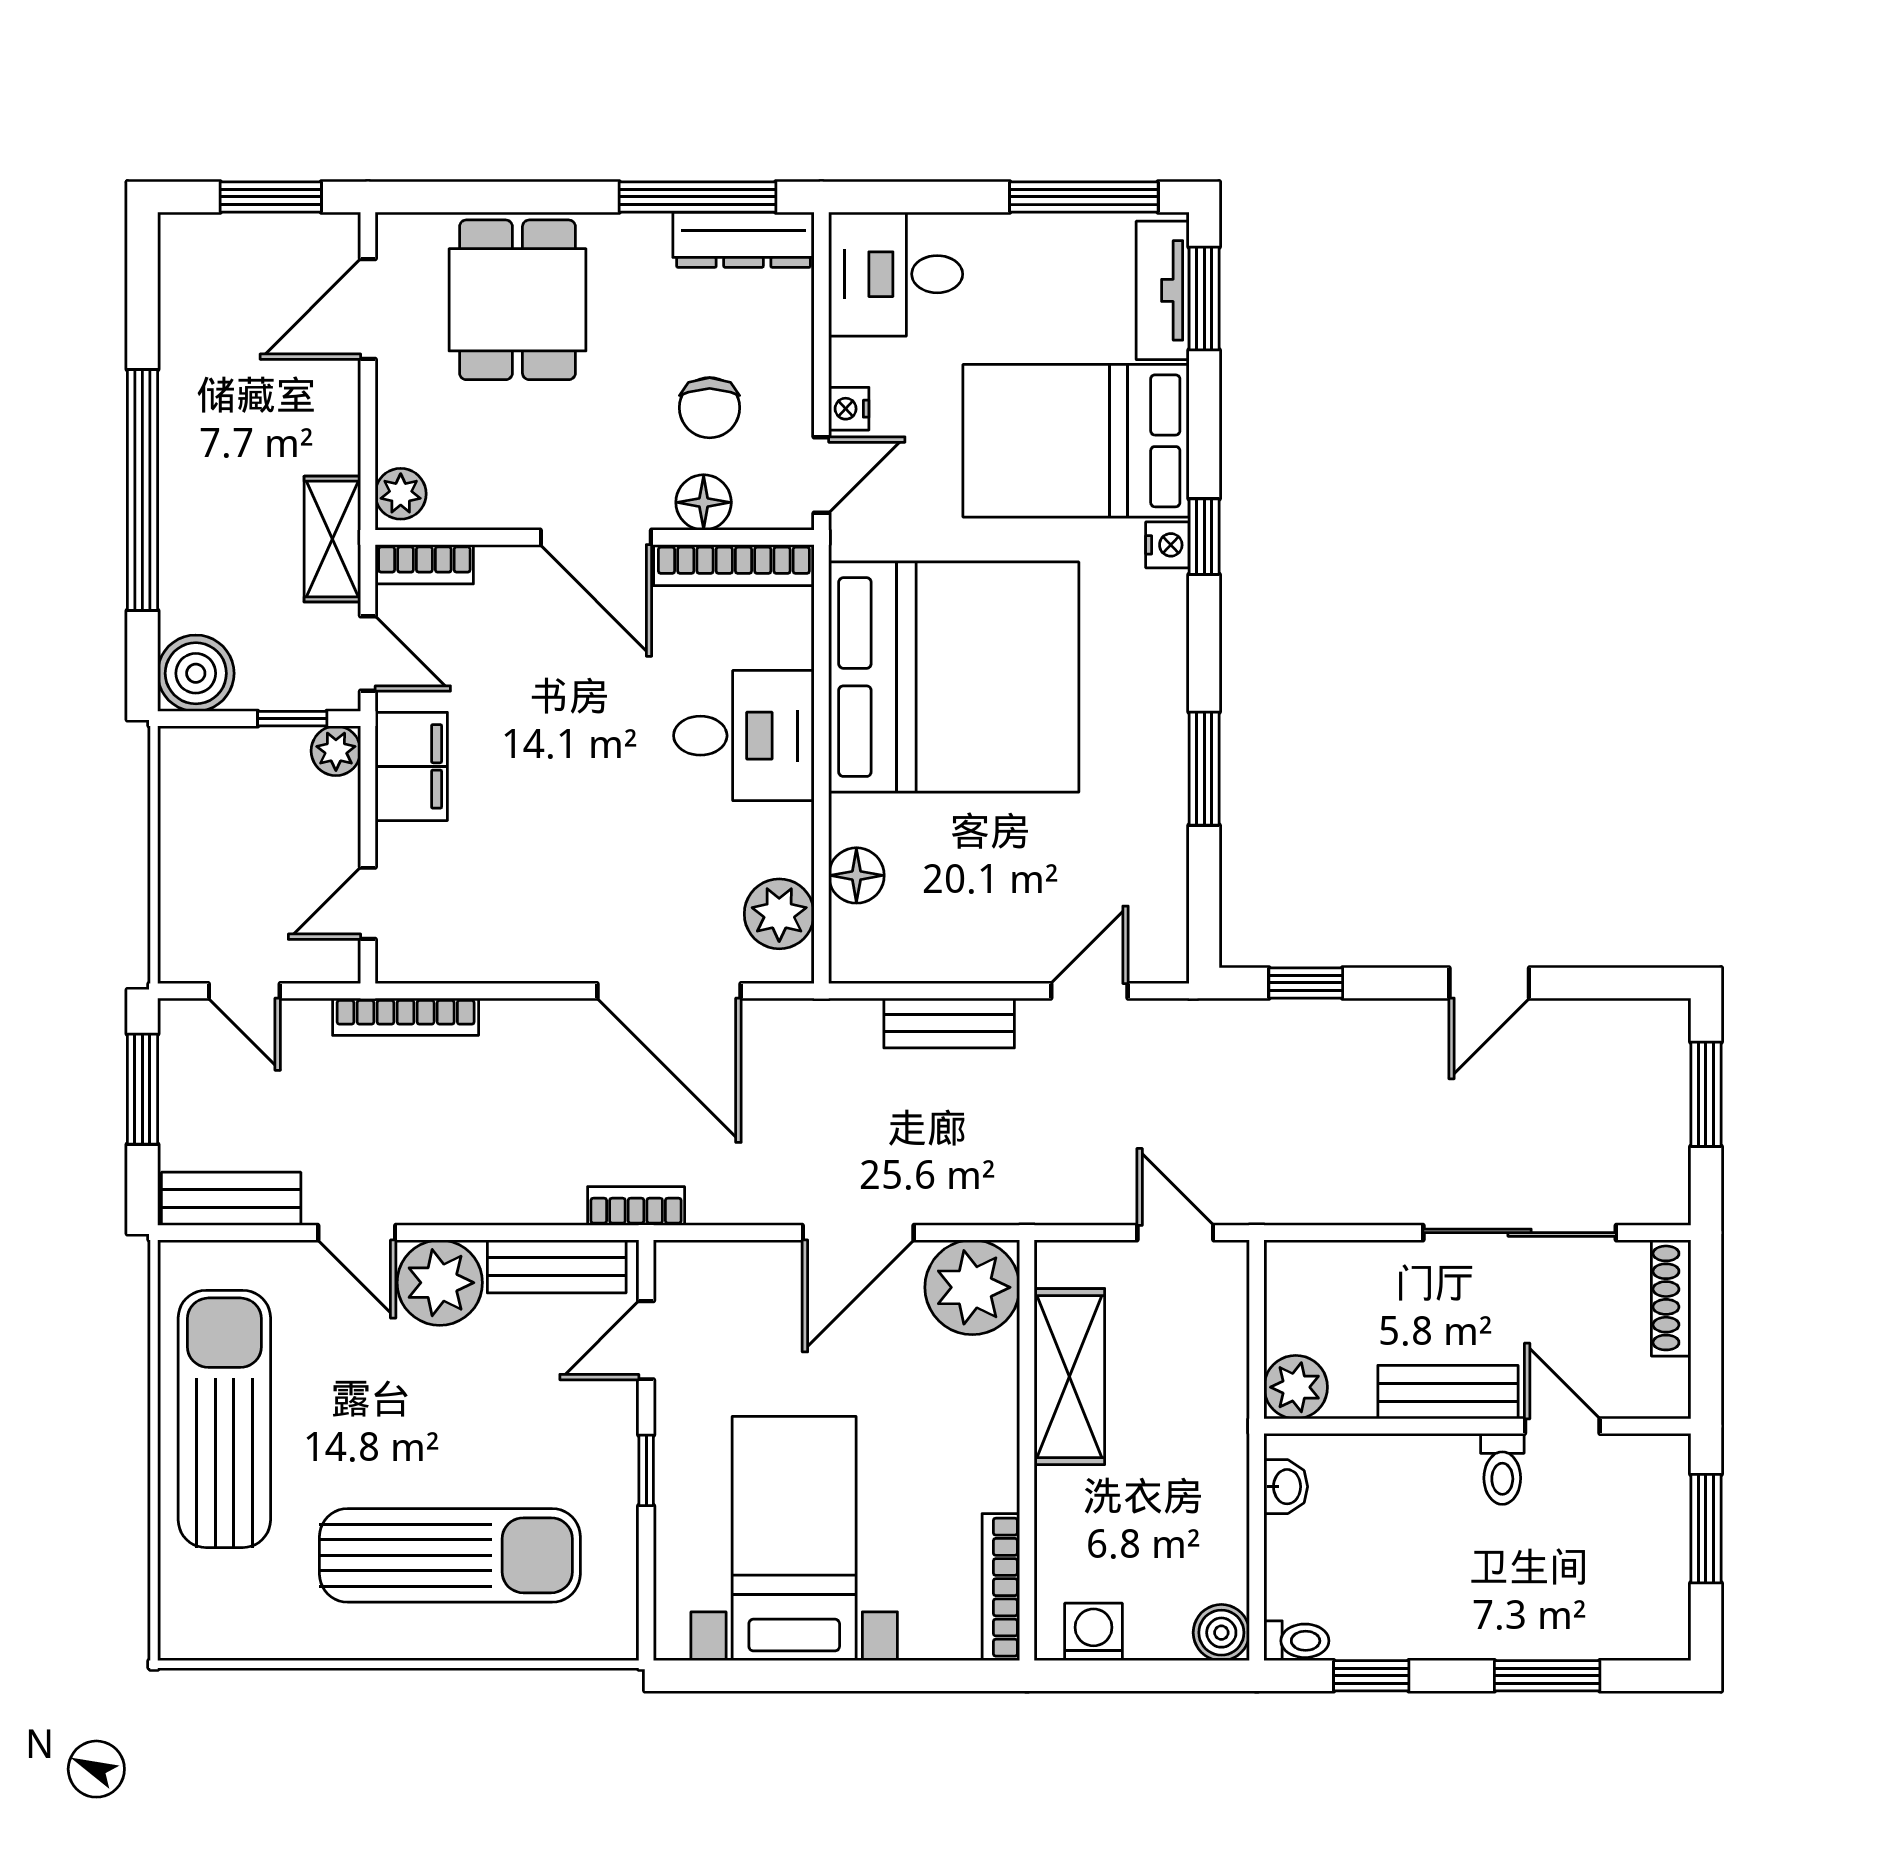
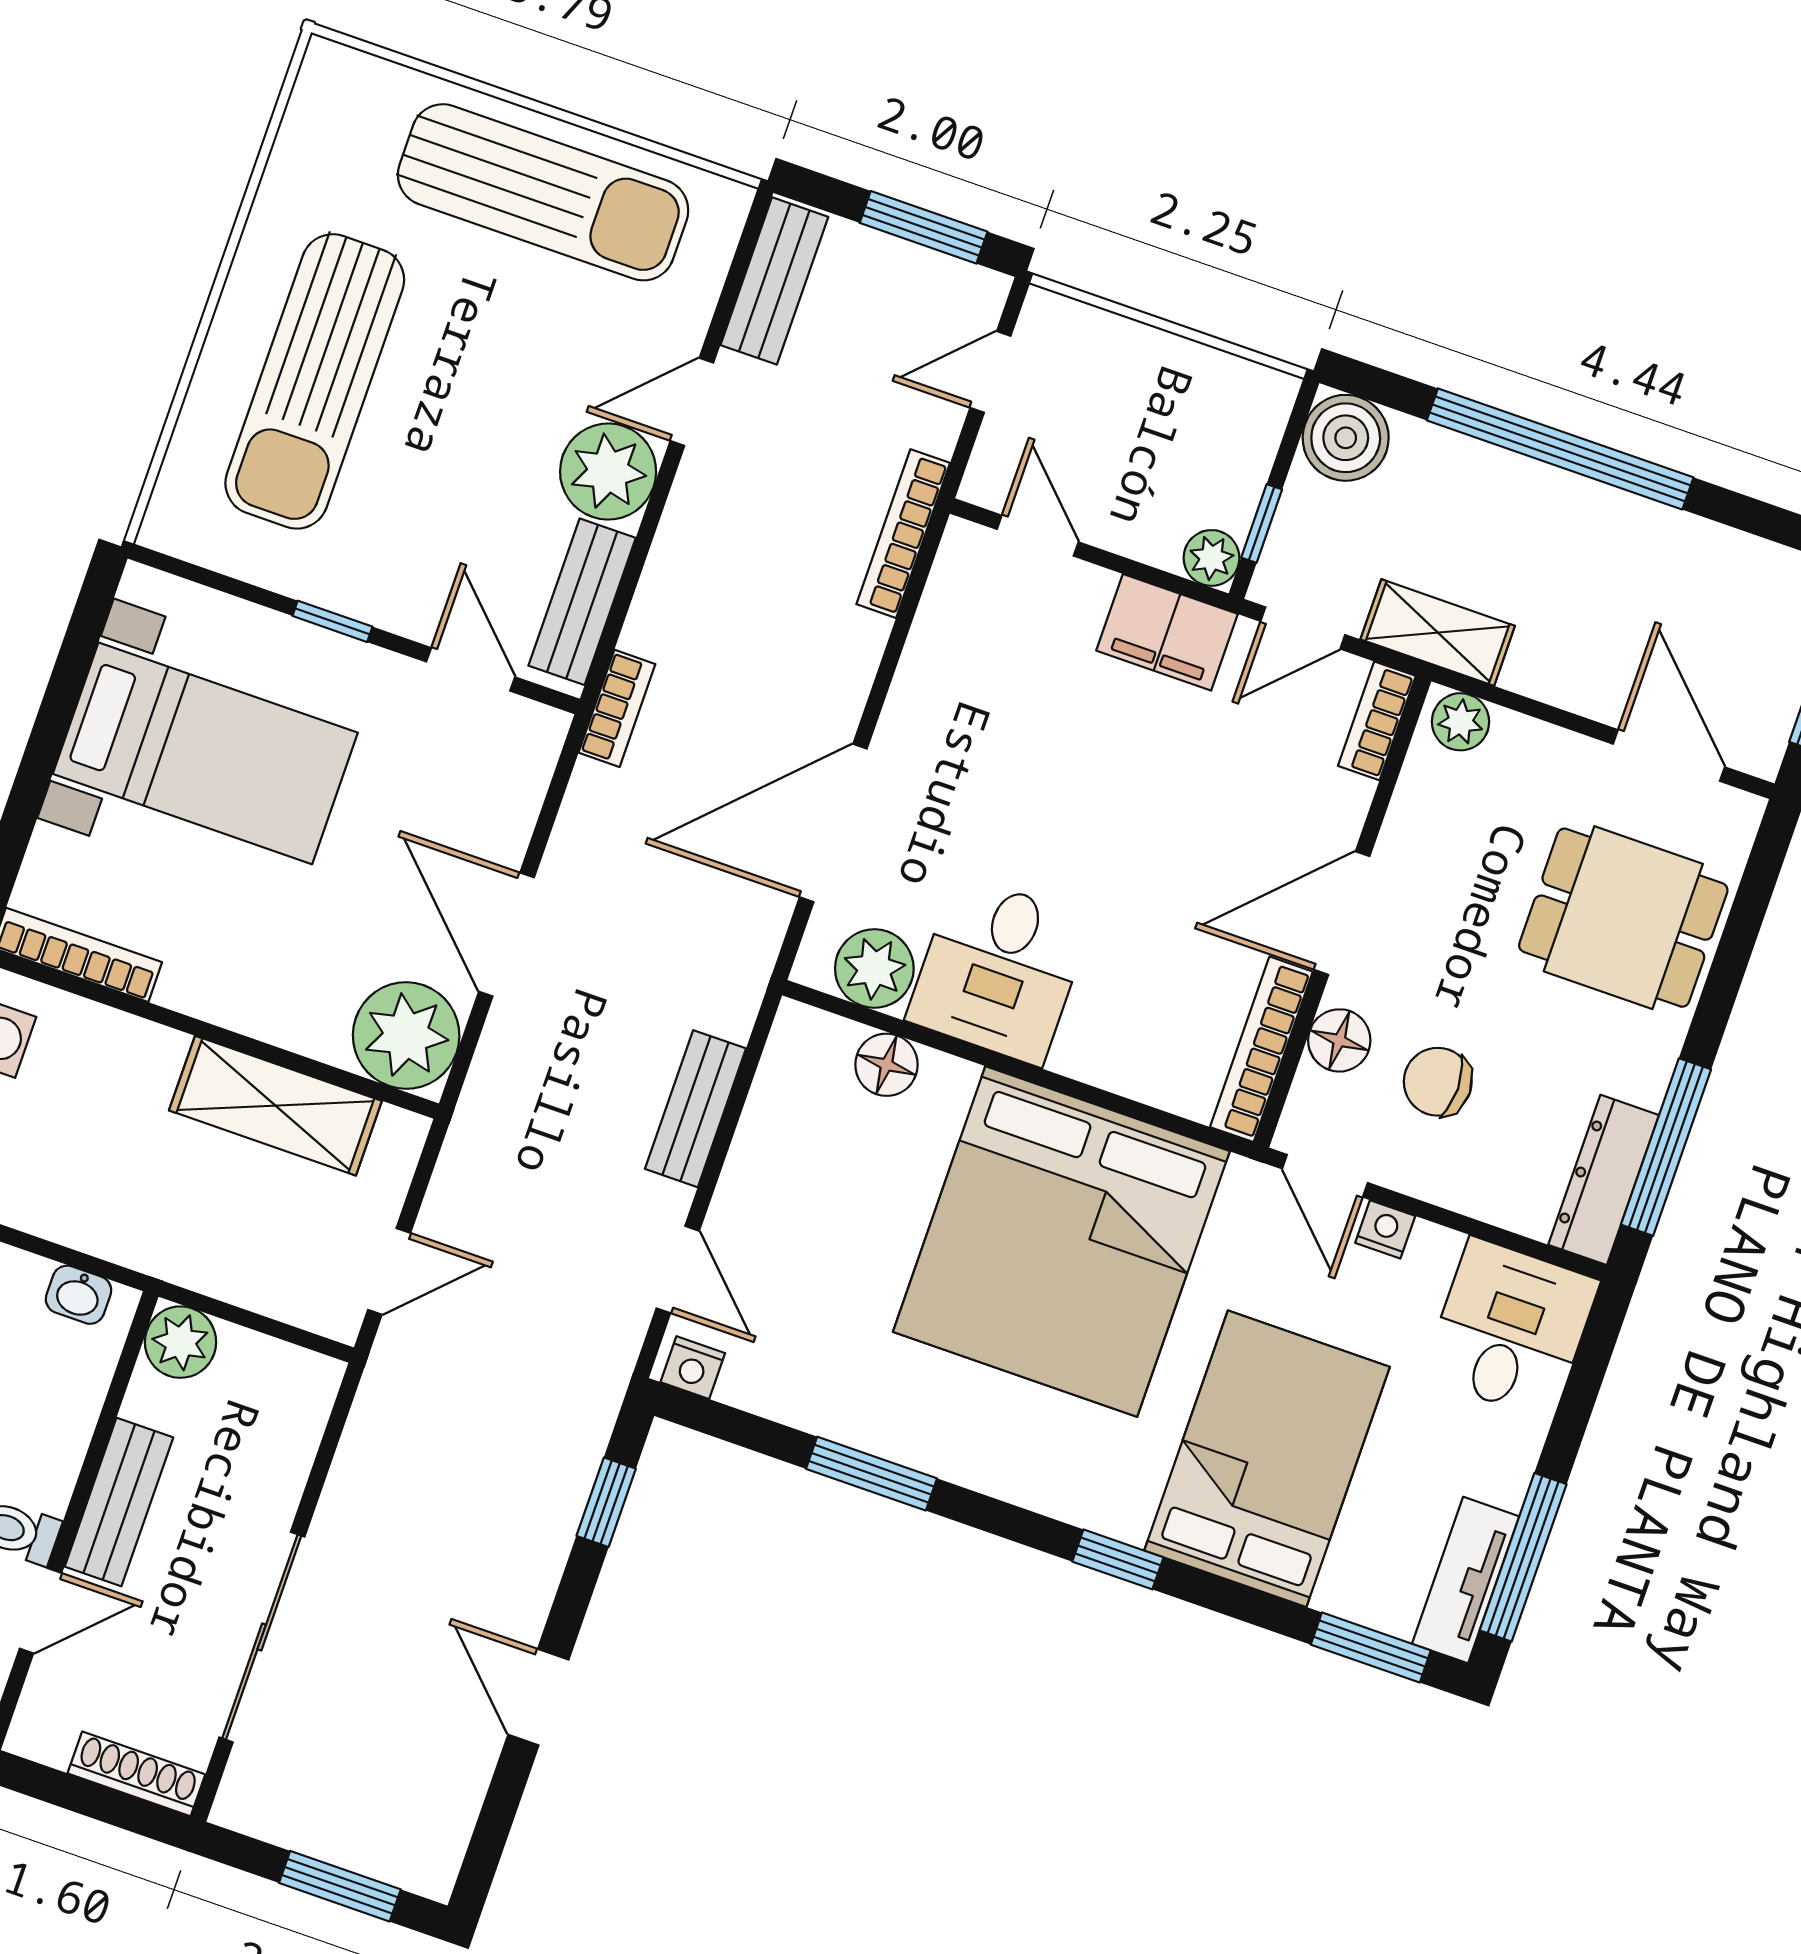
tv unit: (1163, 290) -> (1466, 1580), moved, turned -90
nightstand: (1167, 545) -> (693, 1368), moved
desk: (744, 736) -> (999, 970), moved

